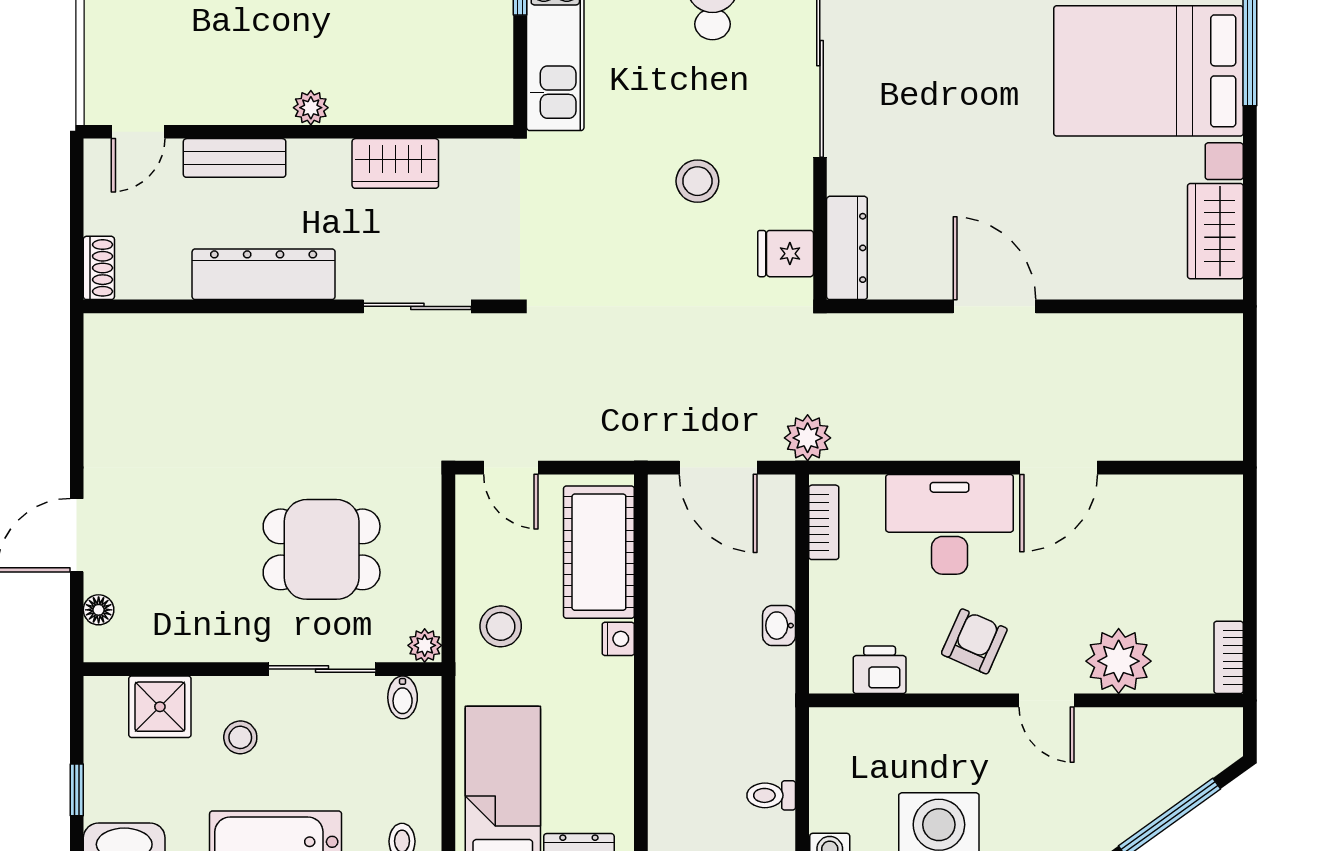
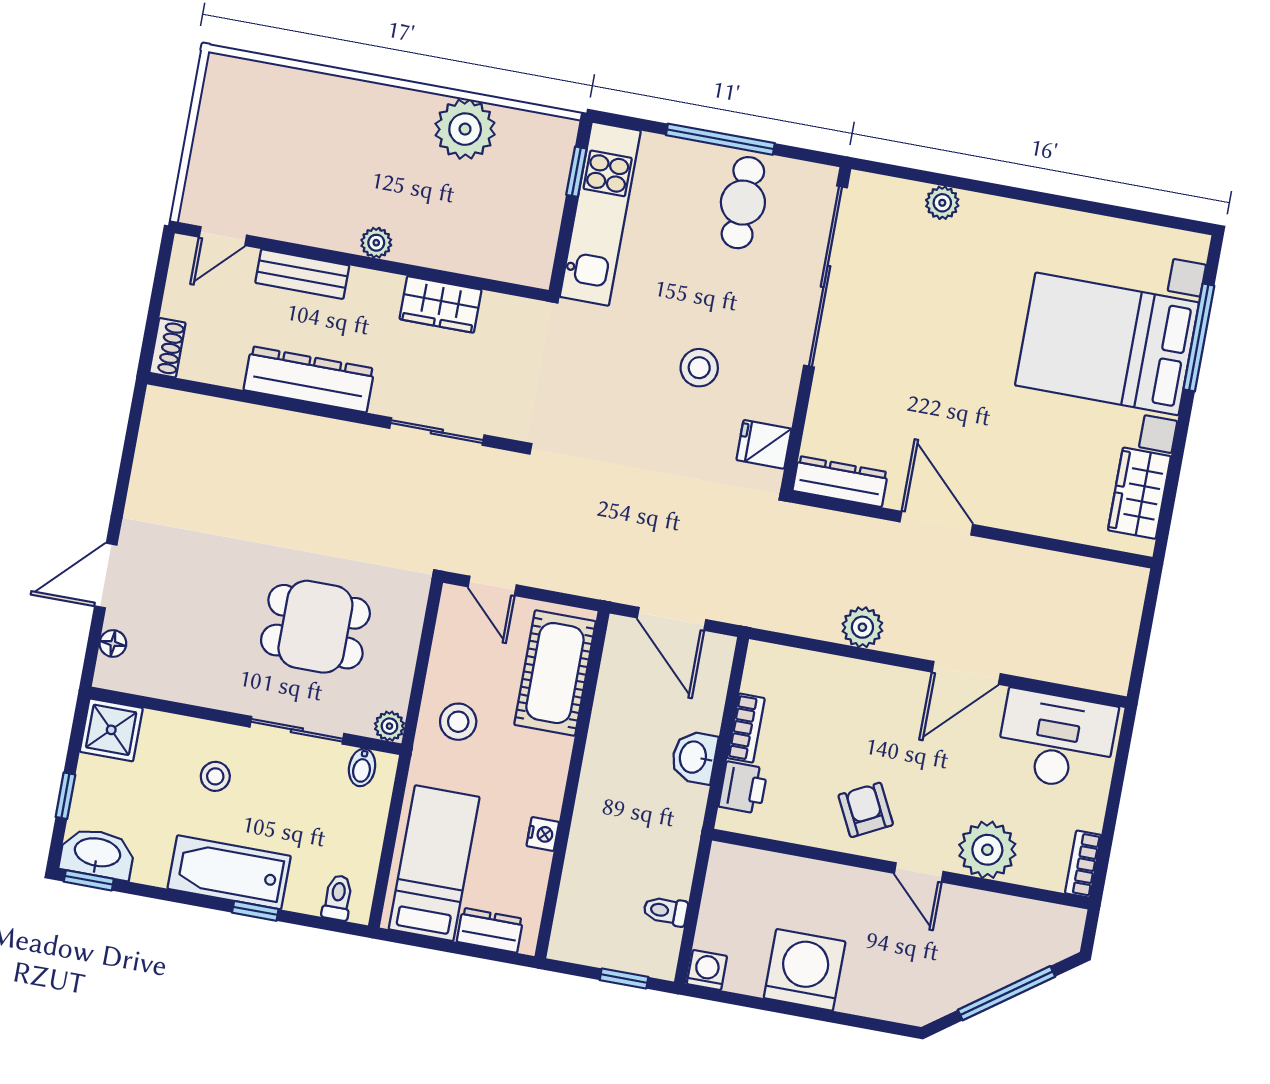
dresser: (847, 248) -> (840, 481), moved, turned -90
plant: (808, 438) -> (862, 627), moved
bookcase: (824, 522) -> (746, 728), moved
desk: (950, 524) -> (1056, 740), moved
washbasin: (779, 626) -> (694, 757), width x1.38, depth x1.45
nightstand: (618, 639) -> (543, 834), moved
armchair: (974, 641) -> (866, 810), turned -51
printer: (880, 670) -> (743, 788), moved, turned 90
shower: (160, 707) -> (111, 730), moved

